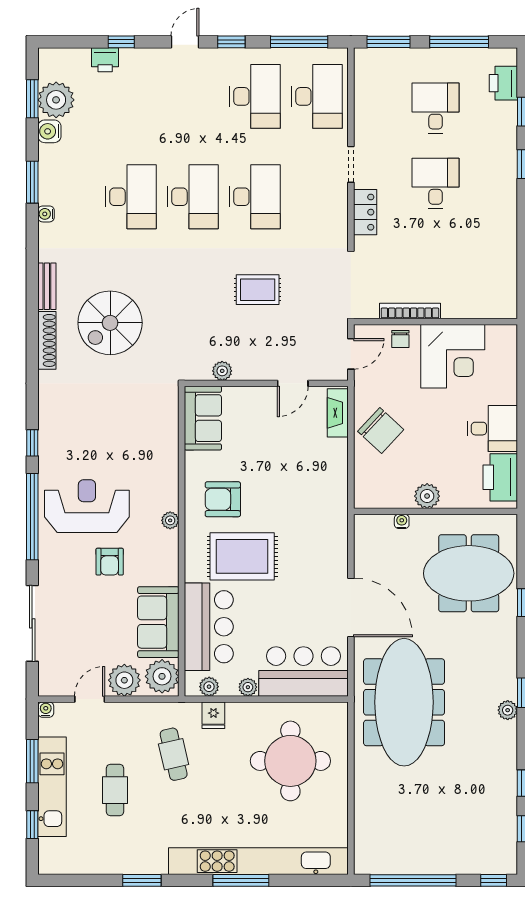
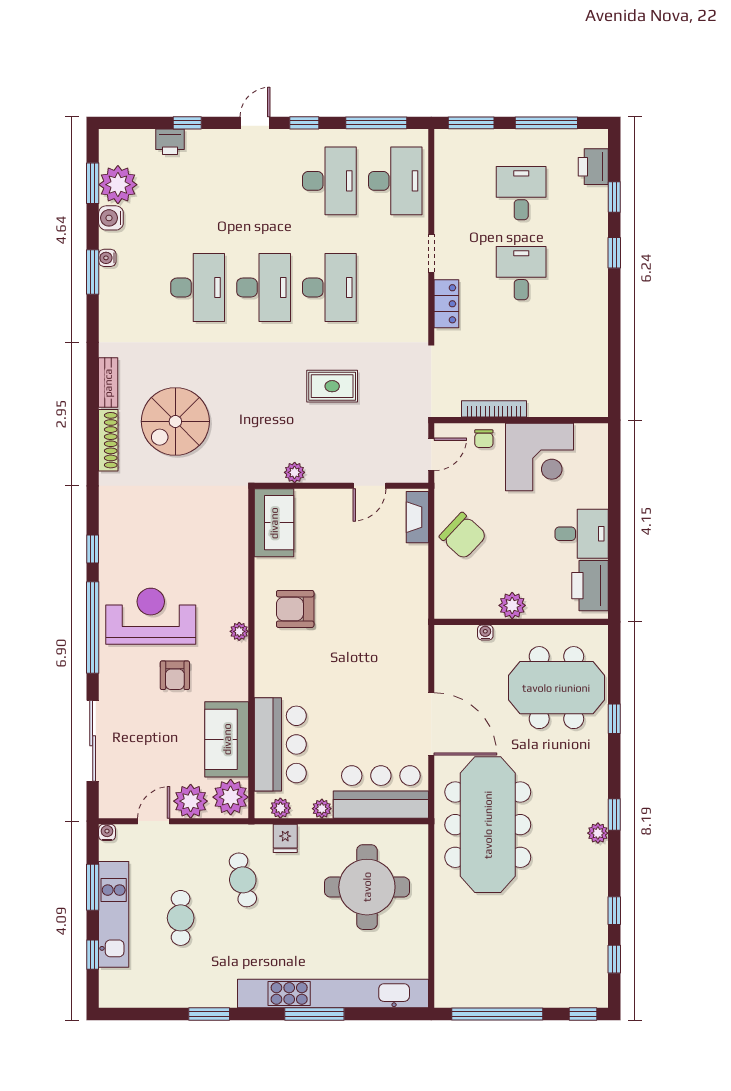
water cooler: (46, 214) -> (107, 258), moved
rug: (242, 556) -> (316, 670), removed

